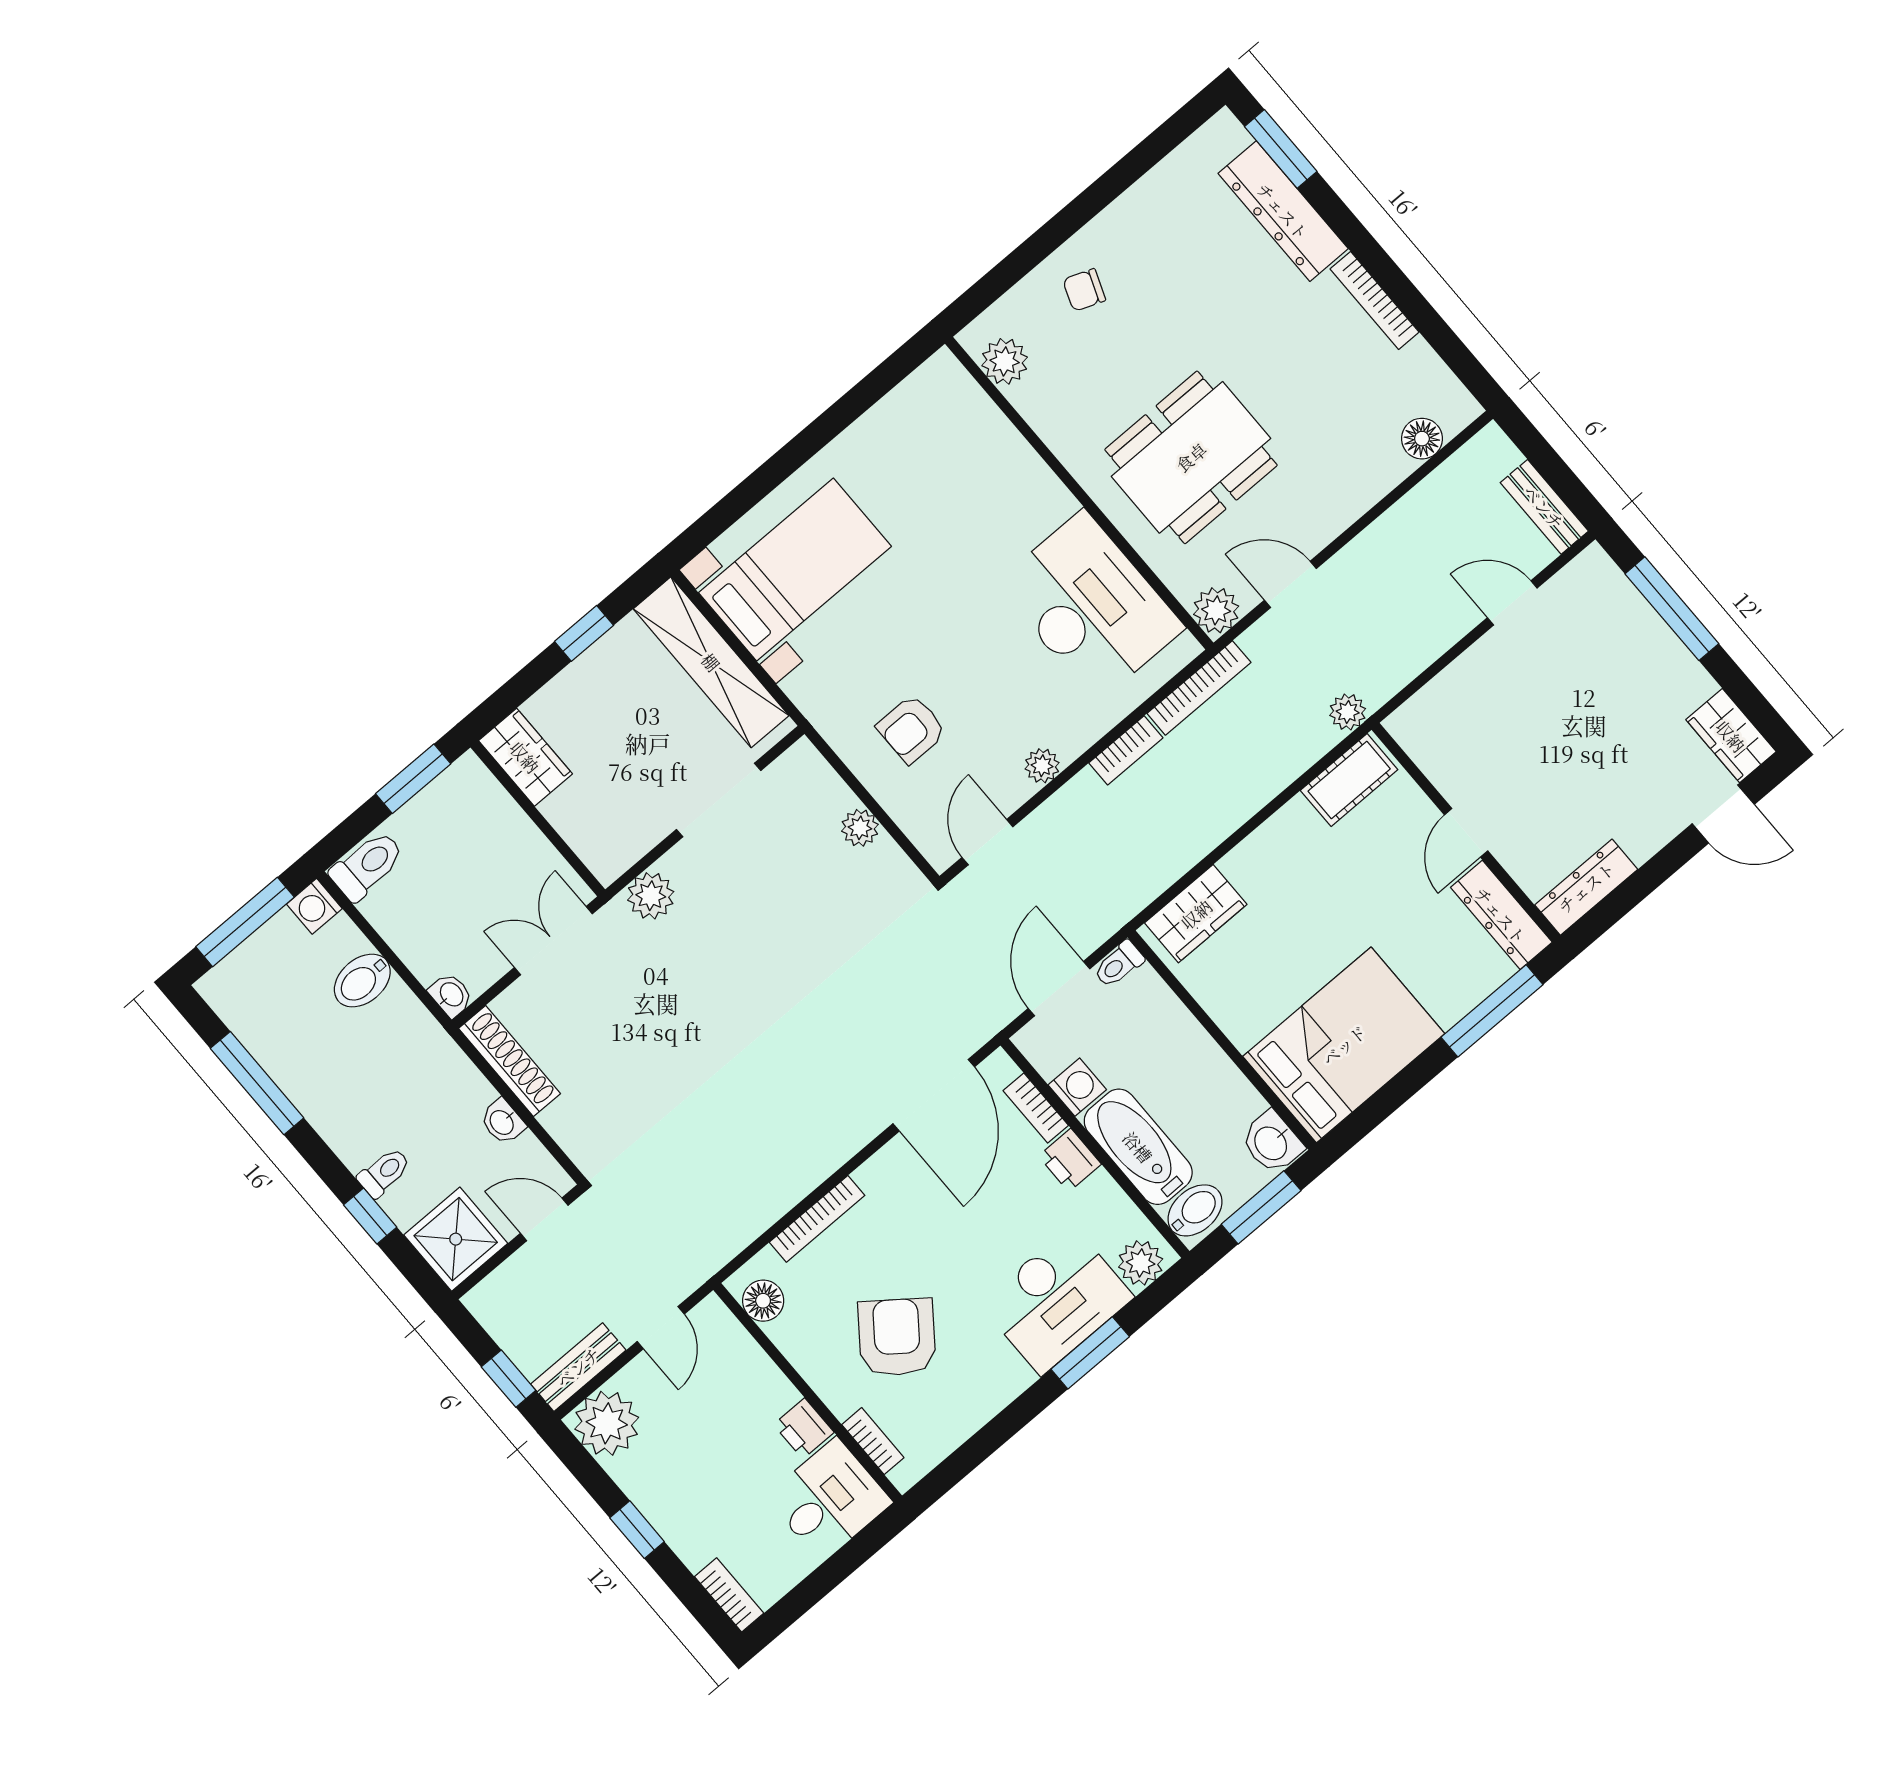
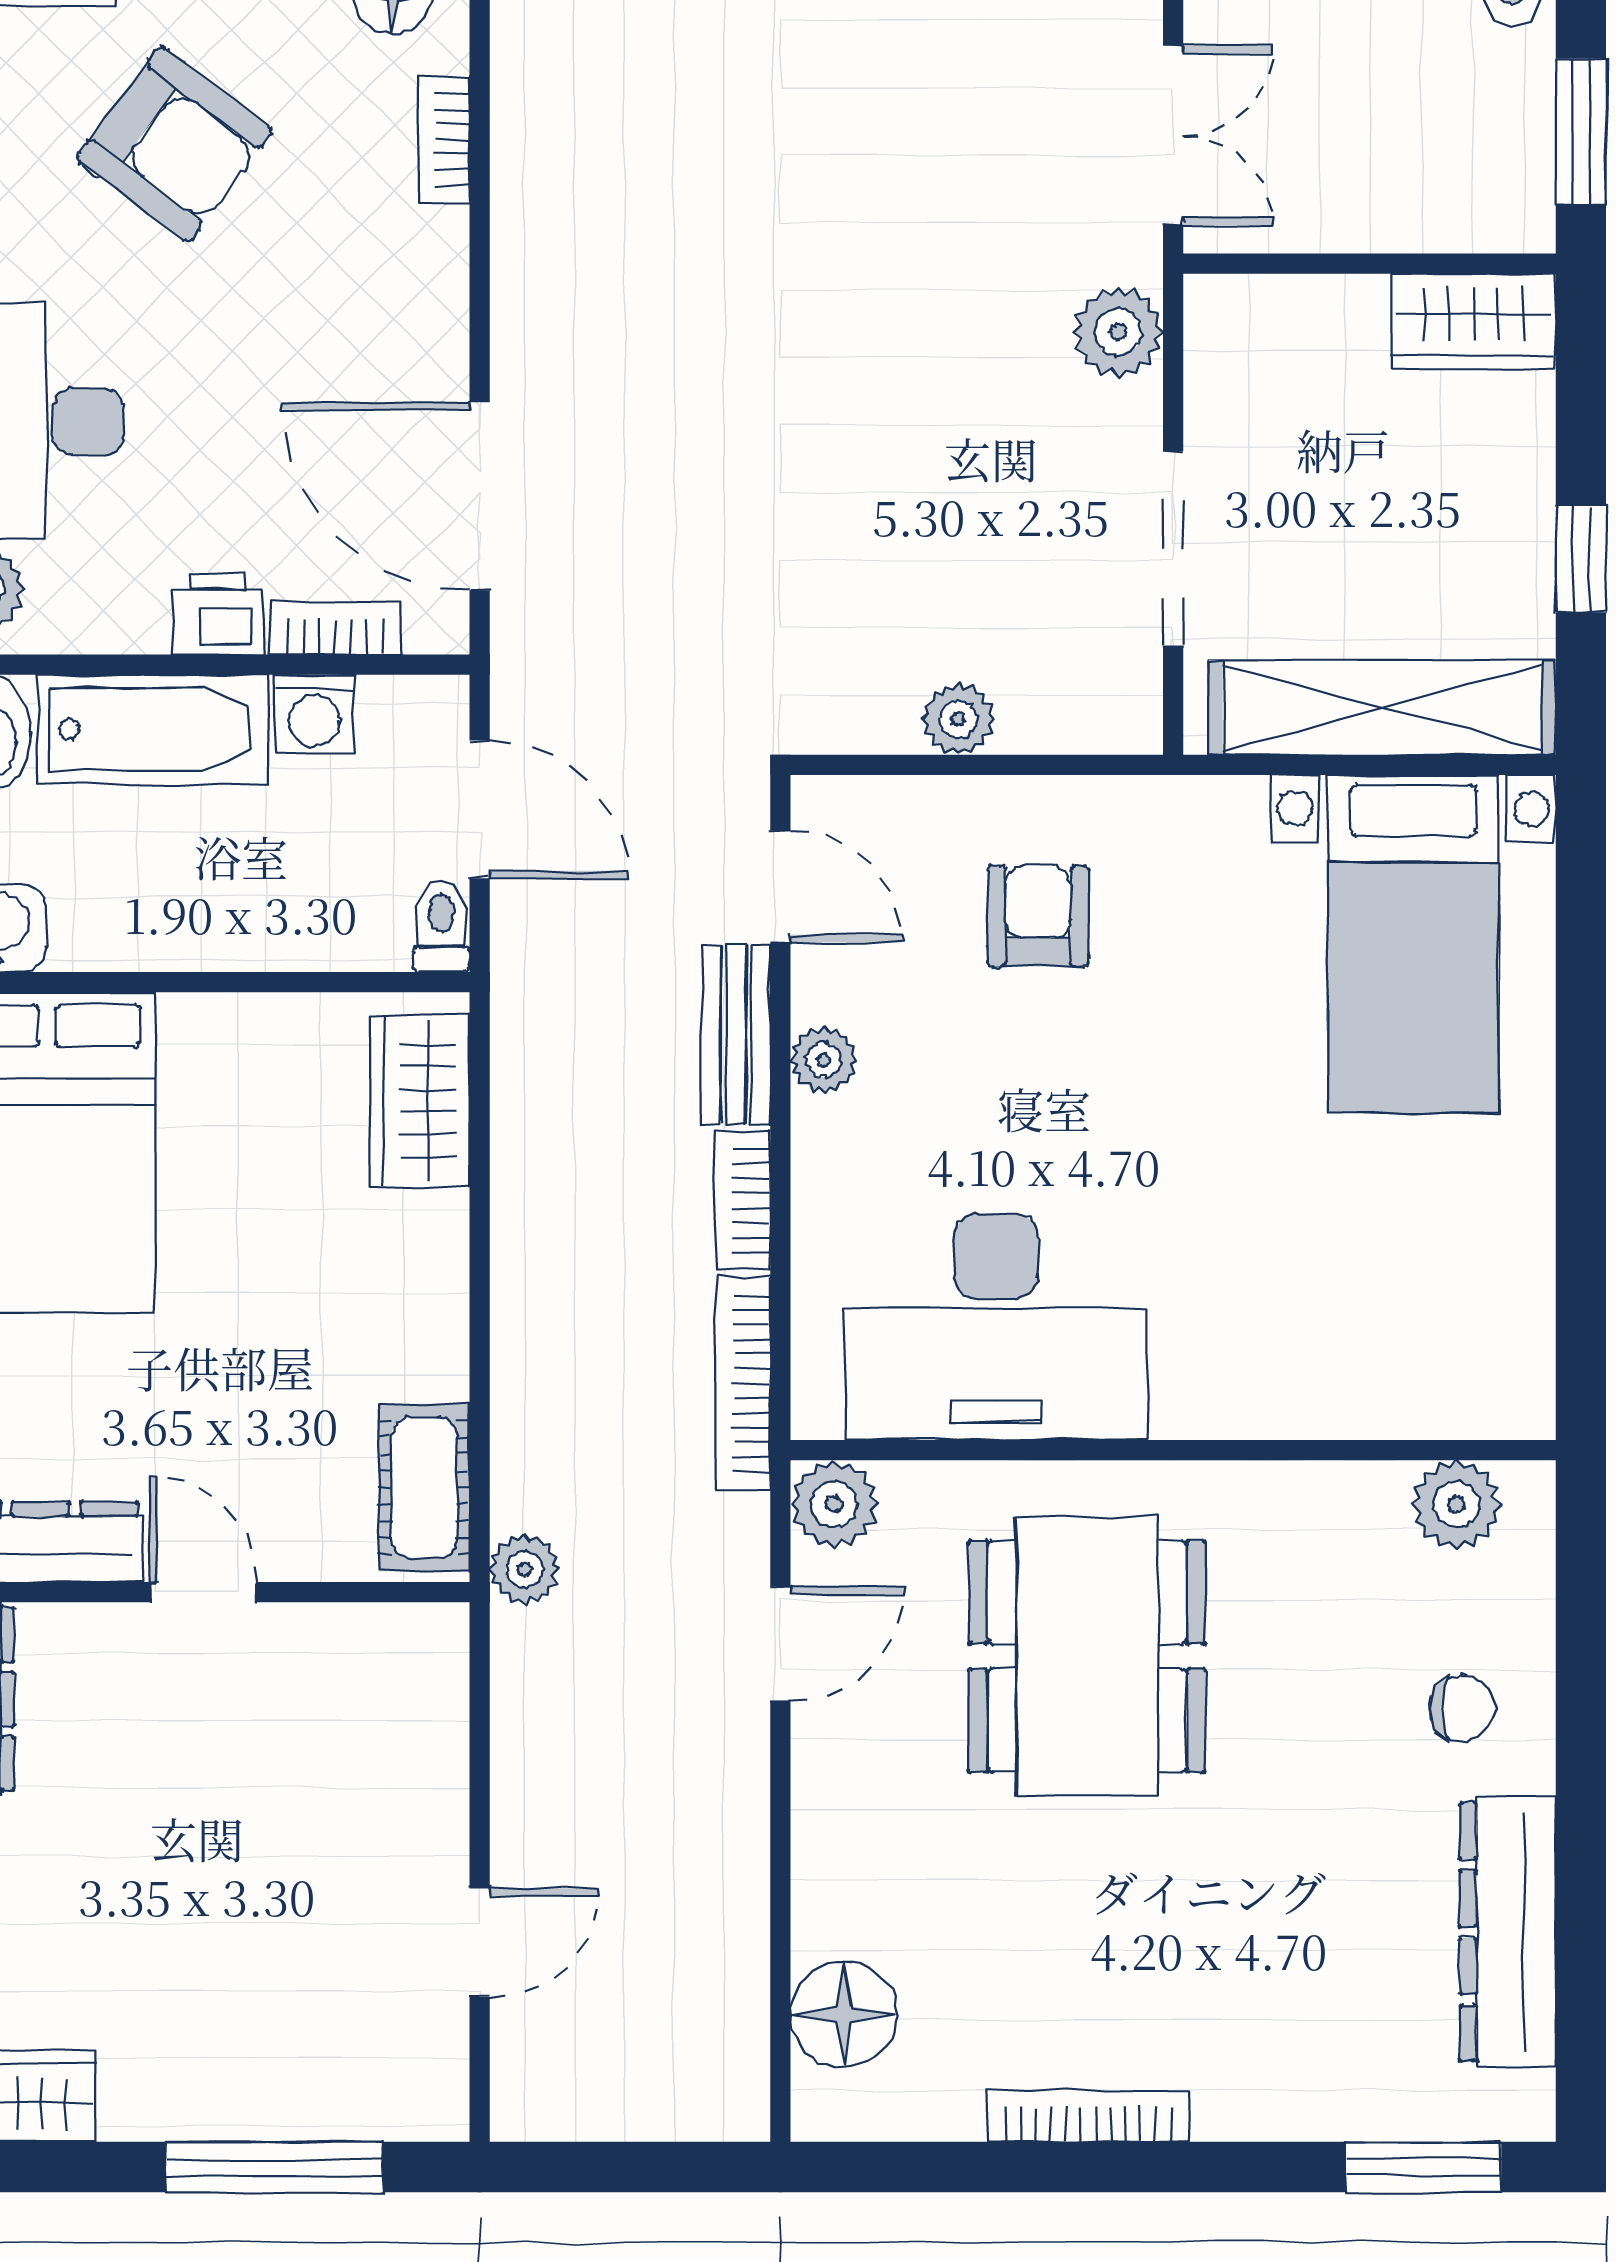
dresser: (1283, 211) -> (1508, 1932), moved, turned -90
chair: (1084, 290) -> (1462, 1708), turned 69
floor lamp: (1422, 439) -> (844, 2014), width x1.38, depth x1.38
bench: (1544, 507) -> (736, 1035), moved, turned 90
bookcase: (817, 1219) -> (444, 139), width x0.64

